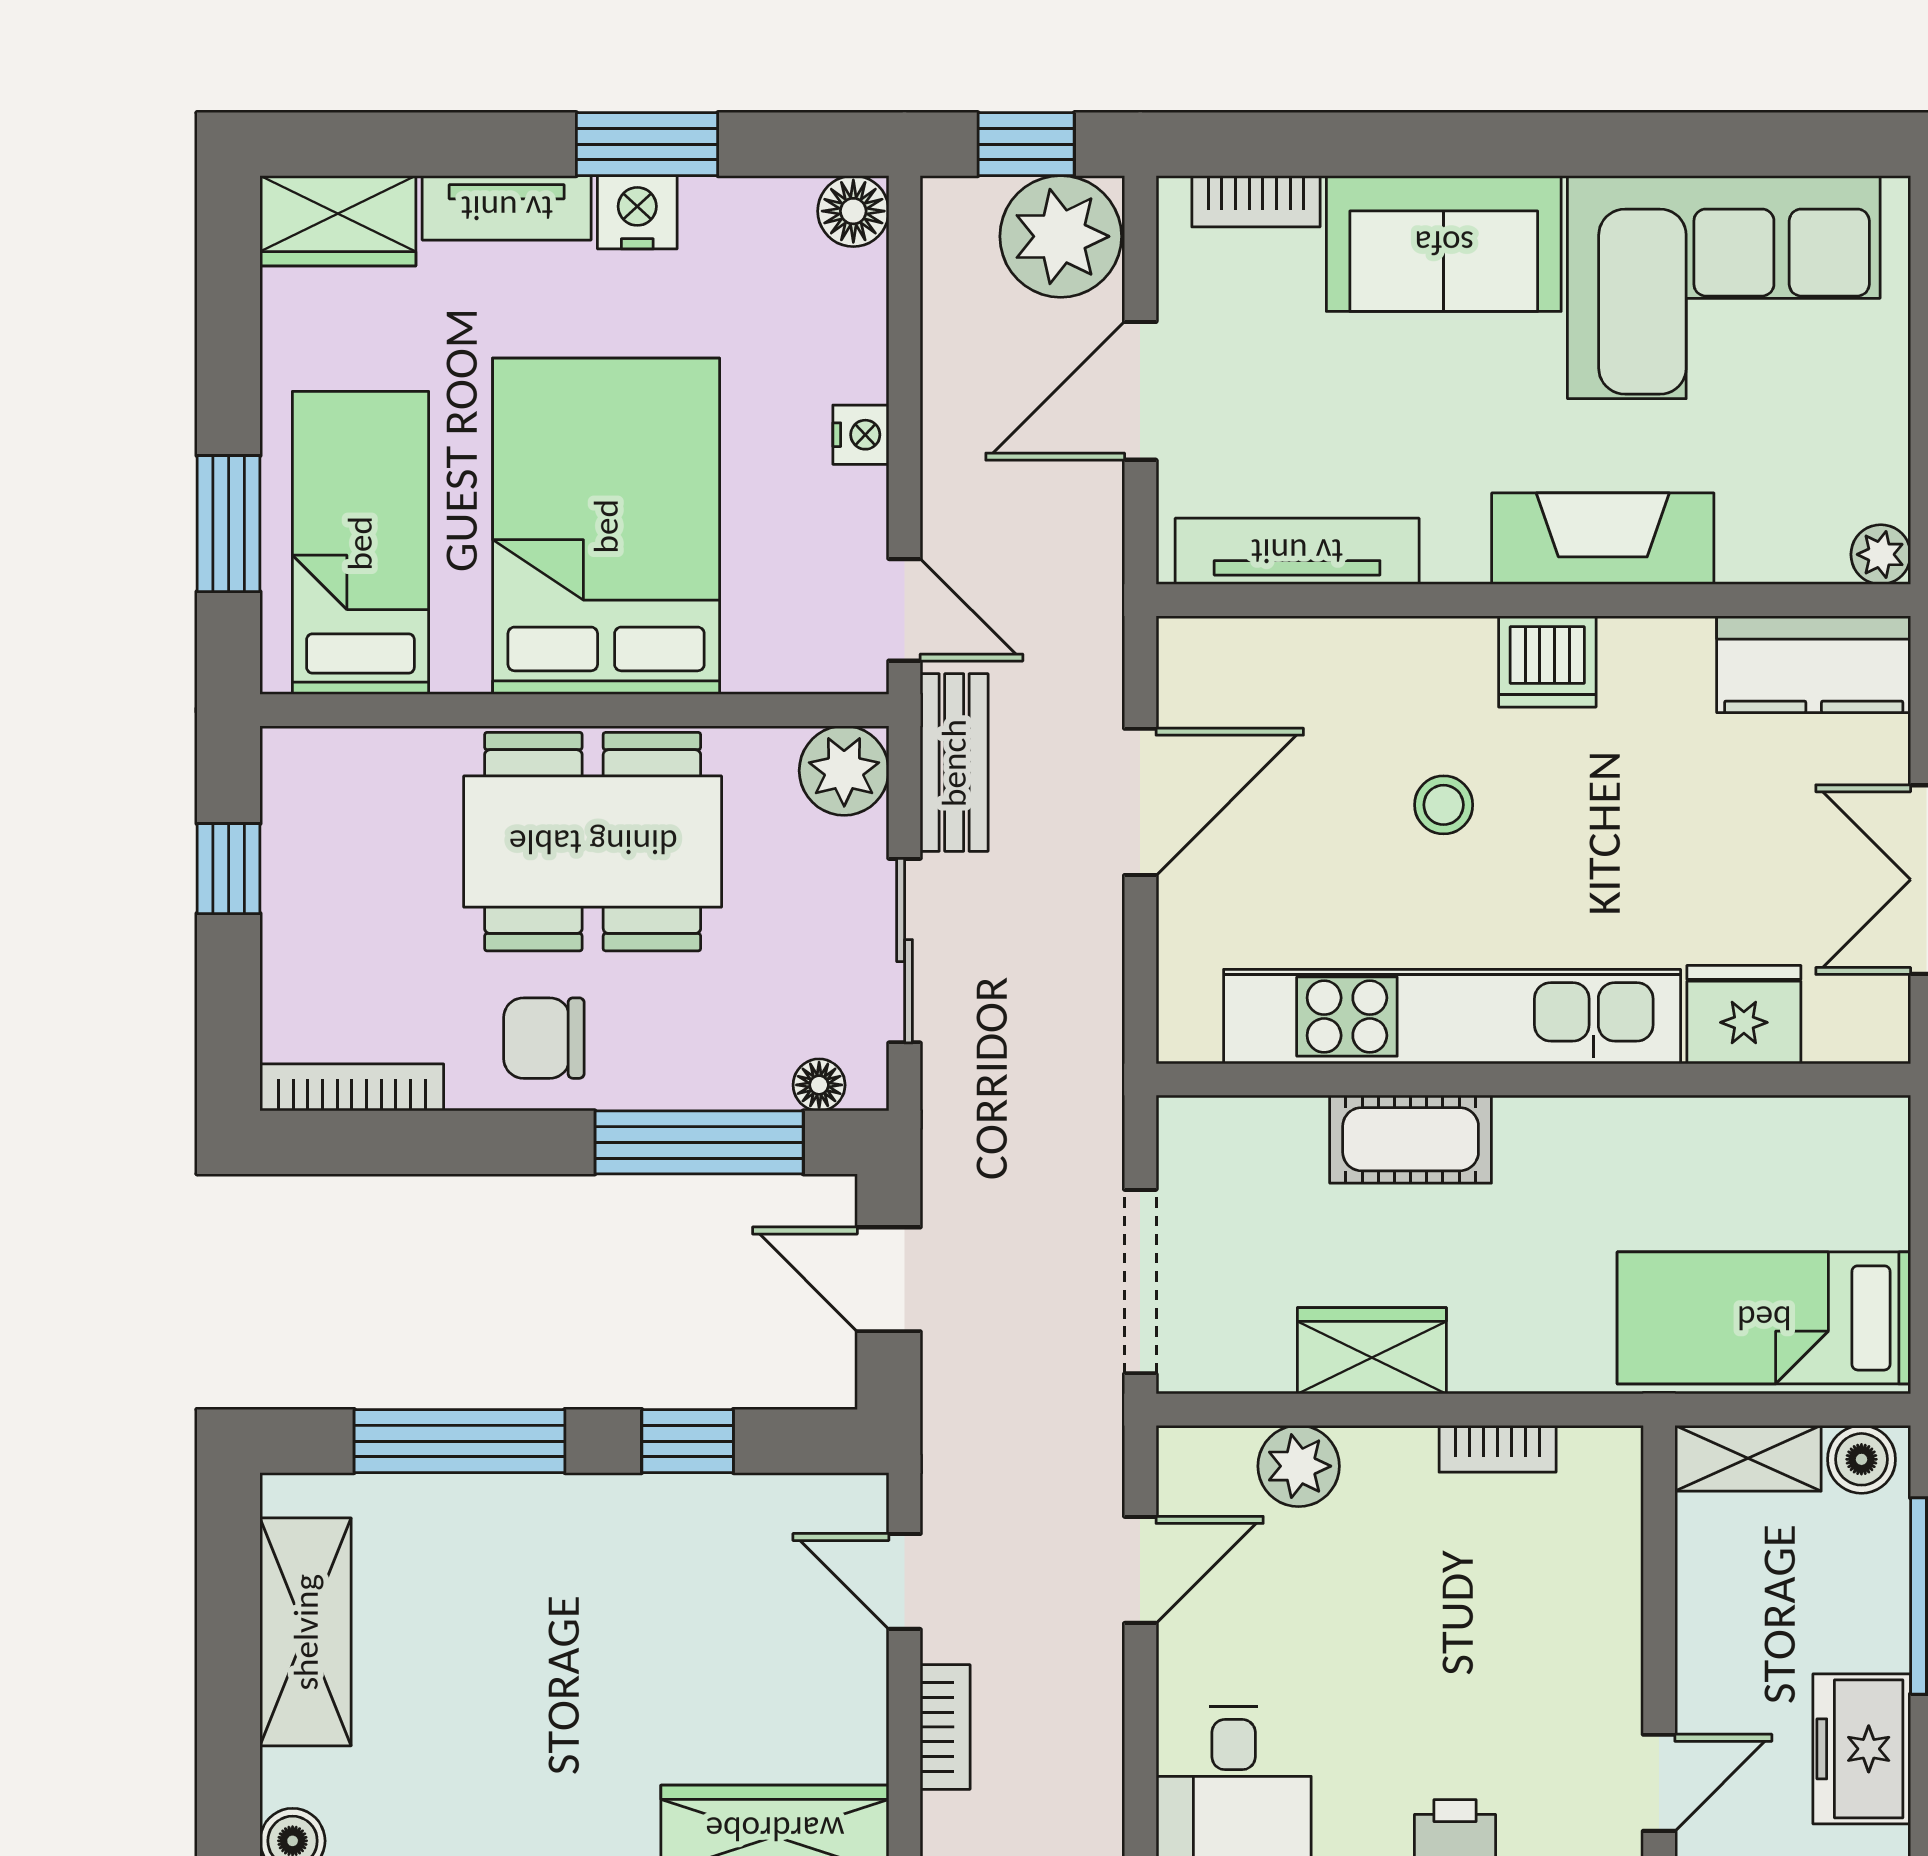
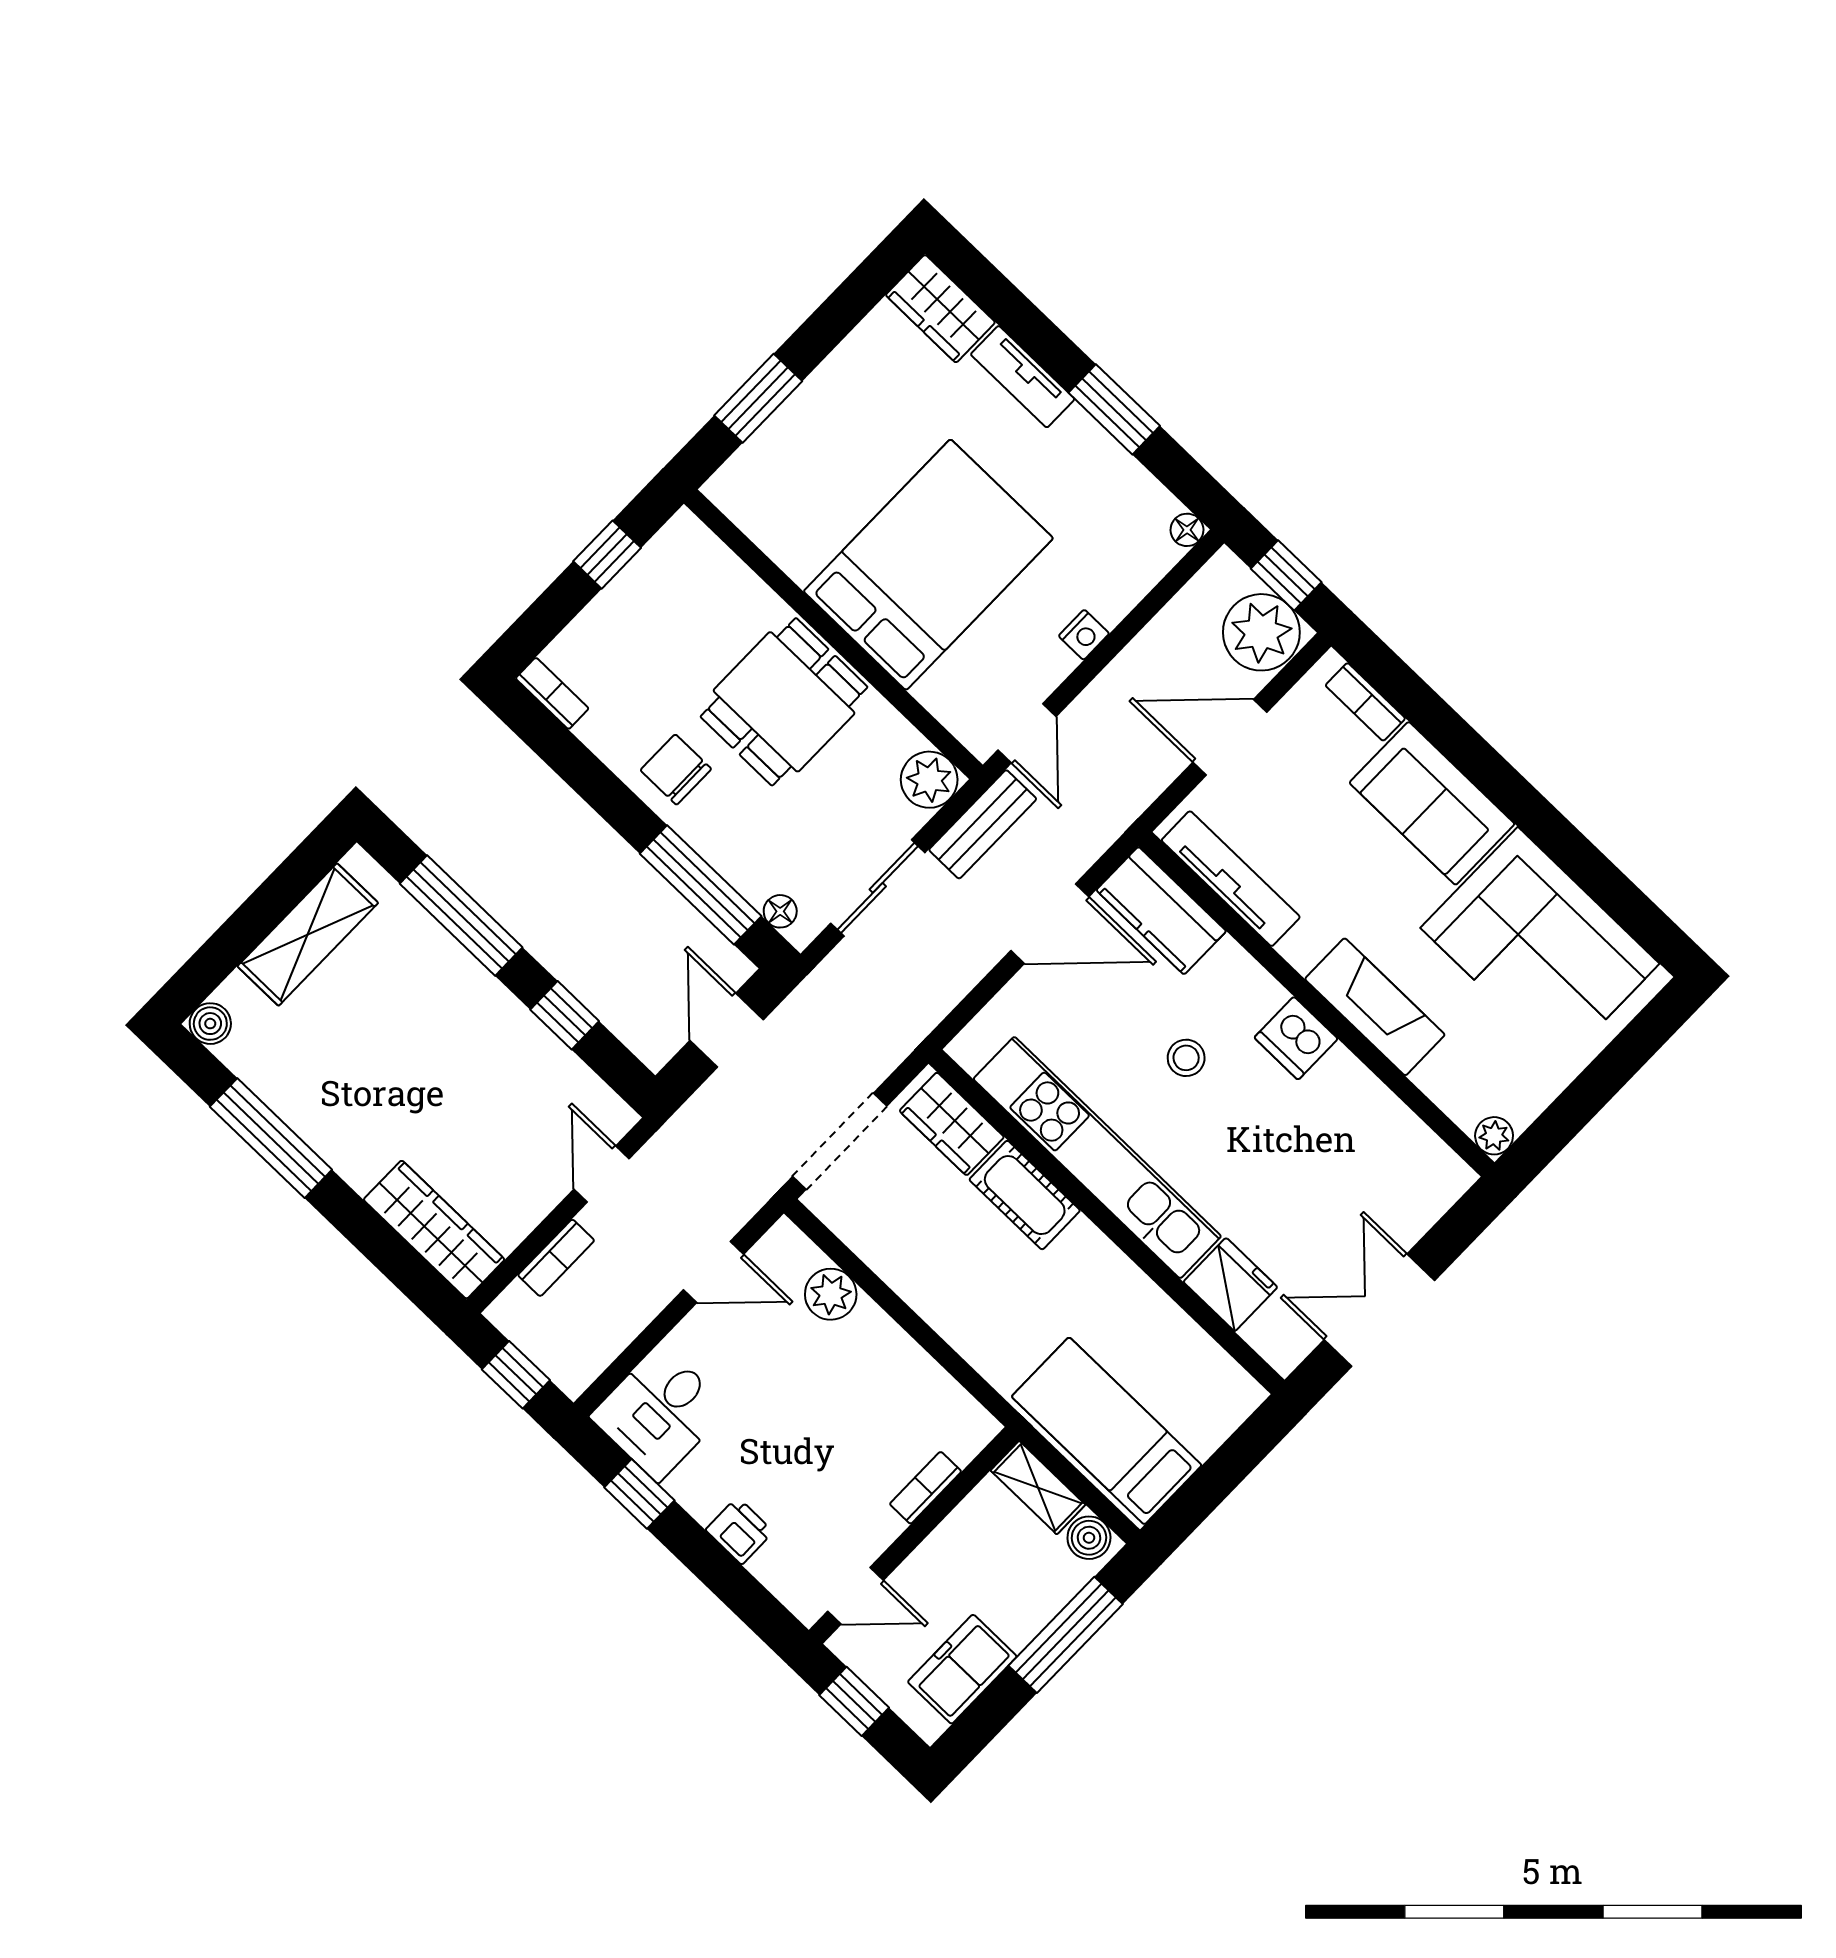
floor lamp: (853, 211) -> (1187, 530), width x0.73, depth x0.73
nightstand: (637, 212) -> (1080, 436), removed
bed: (360, 543) -> (810, 465), removed
kitchen counter: (1814, 664) -> (1161, 911), moved
dining table: (593, 842) -> (784, 702), width x0.73
bookcase: (352, 1087) -> (552, 693), width x0.64
wardrobe: (1372, 1351) -> (952, 1124), moved, turned 180
bookcase: (1498, 1449) -> (926, 1488), moved, turned 90

